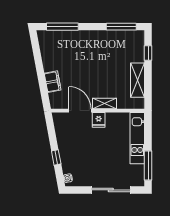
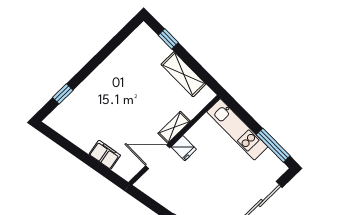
window: (62, 27) -> (63, 94), width x0.46
window: (121, 27) -> (118, 39), removed

